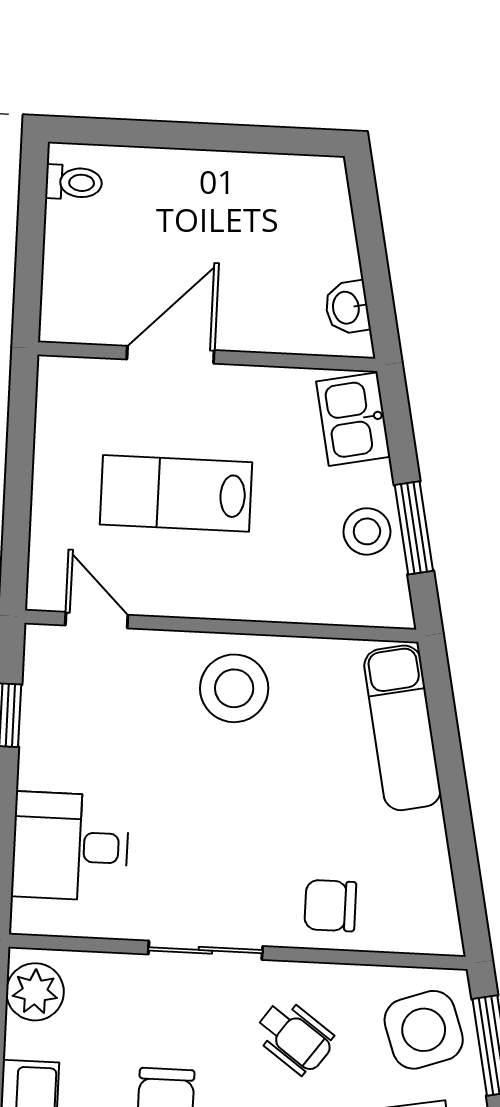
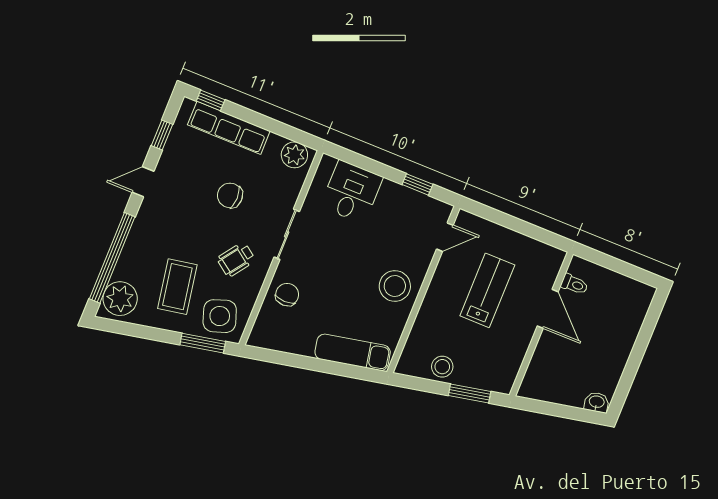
toilet: (74, 182) -> (574, 284), moved, turned -90
washbasin: (347, 308) -> (597, 402), moved
kitchen sink: (353, 419) -> (493, 378), removed
window: (414, 528) -> (470, 394), moved

